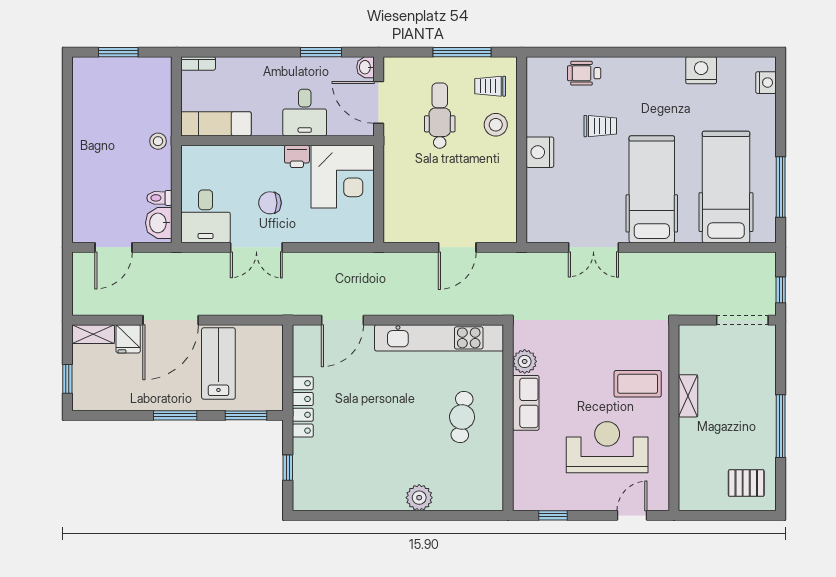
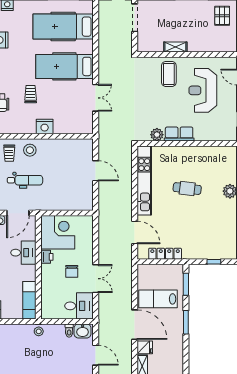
dental chair: (440, 116) -> (25, 180), turned 180
locker: (303, 407) -> (165, 254), moved
cafe table: (462, 417) -> (187, 189), moved

